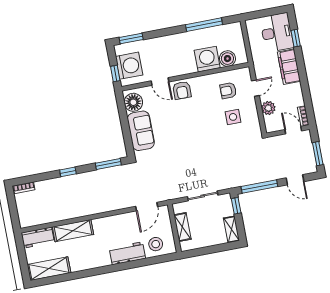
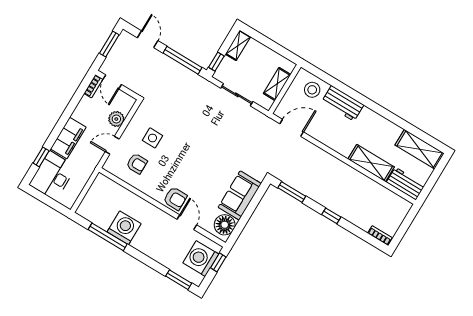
washing machine: (207, 59) -> (124, 228), moved, turned 180
boiler: (227, 59) -> (113, 191), removed
armchair: (182, 90) -> (175, 198), turned 90

